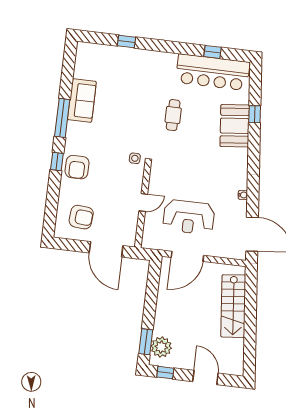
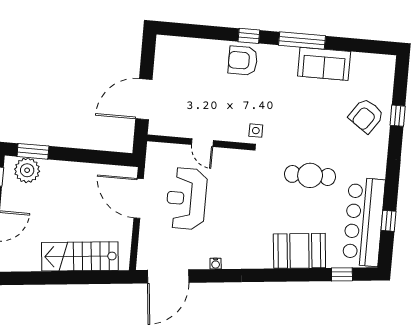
window: (255, 114) -> (342, 274), moved
cafe table: (173, 115) -> (310, 175), width x1.37, depth x1.35
armchair: (81, 217) -> (366, 116), moved, turned 30

